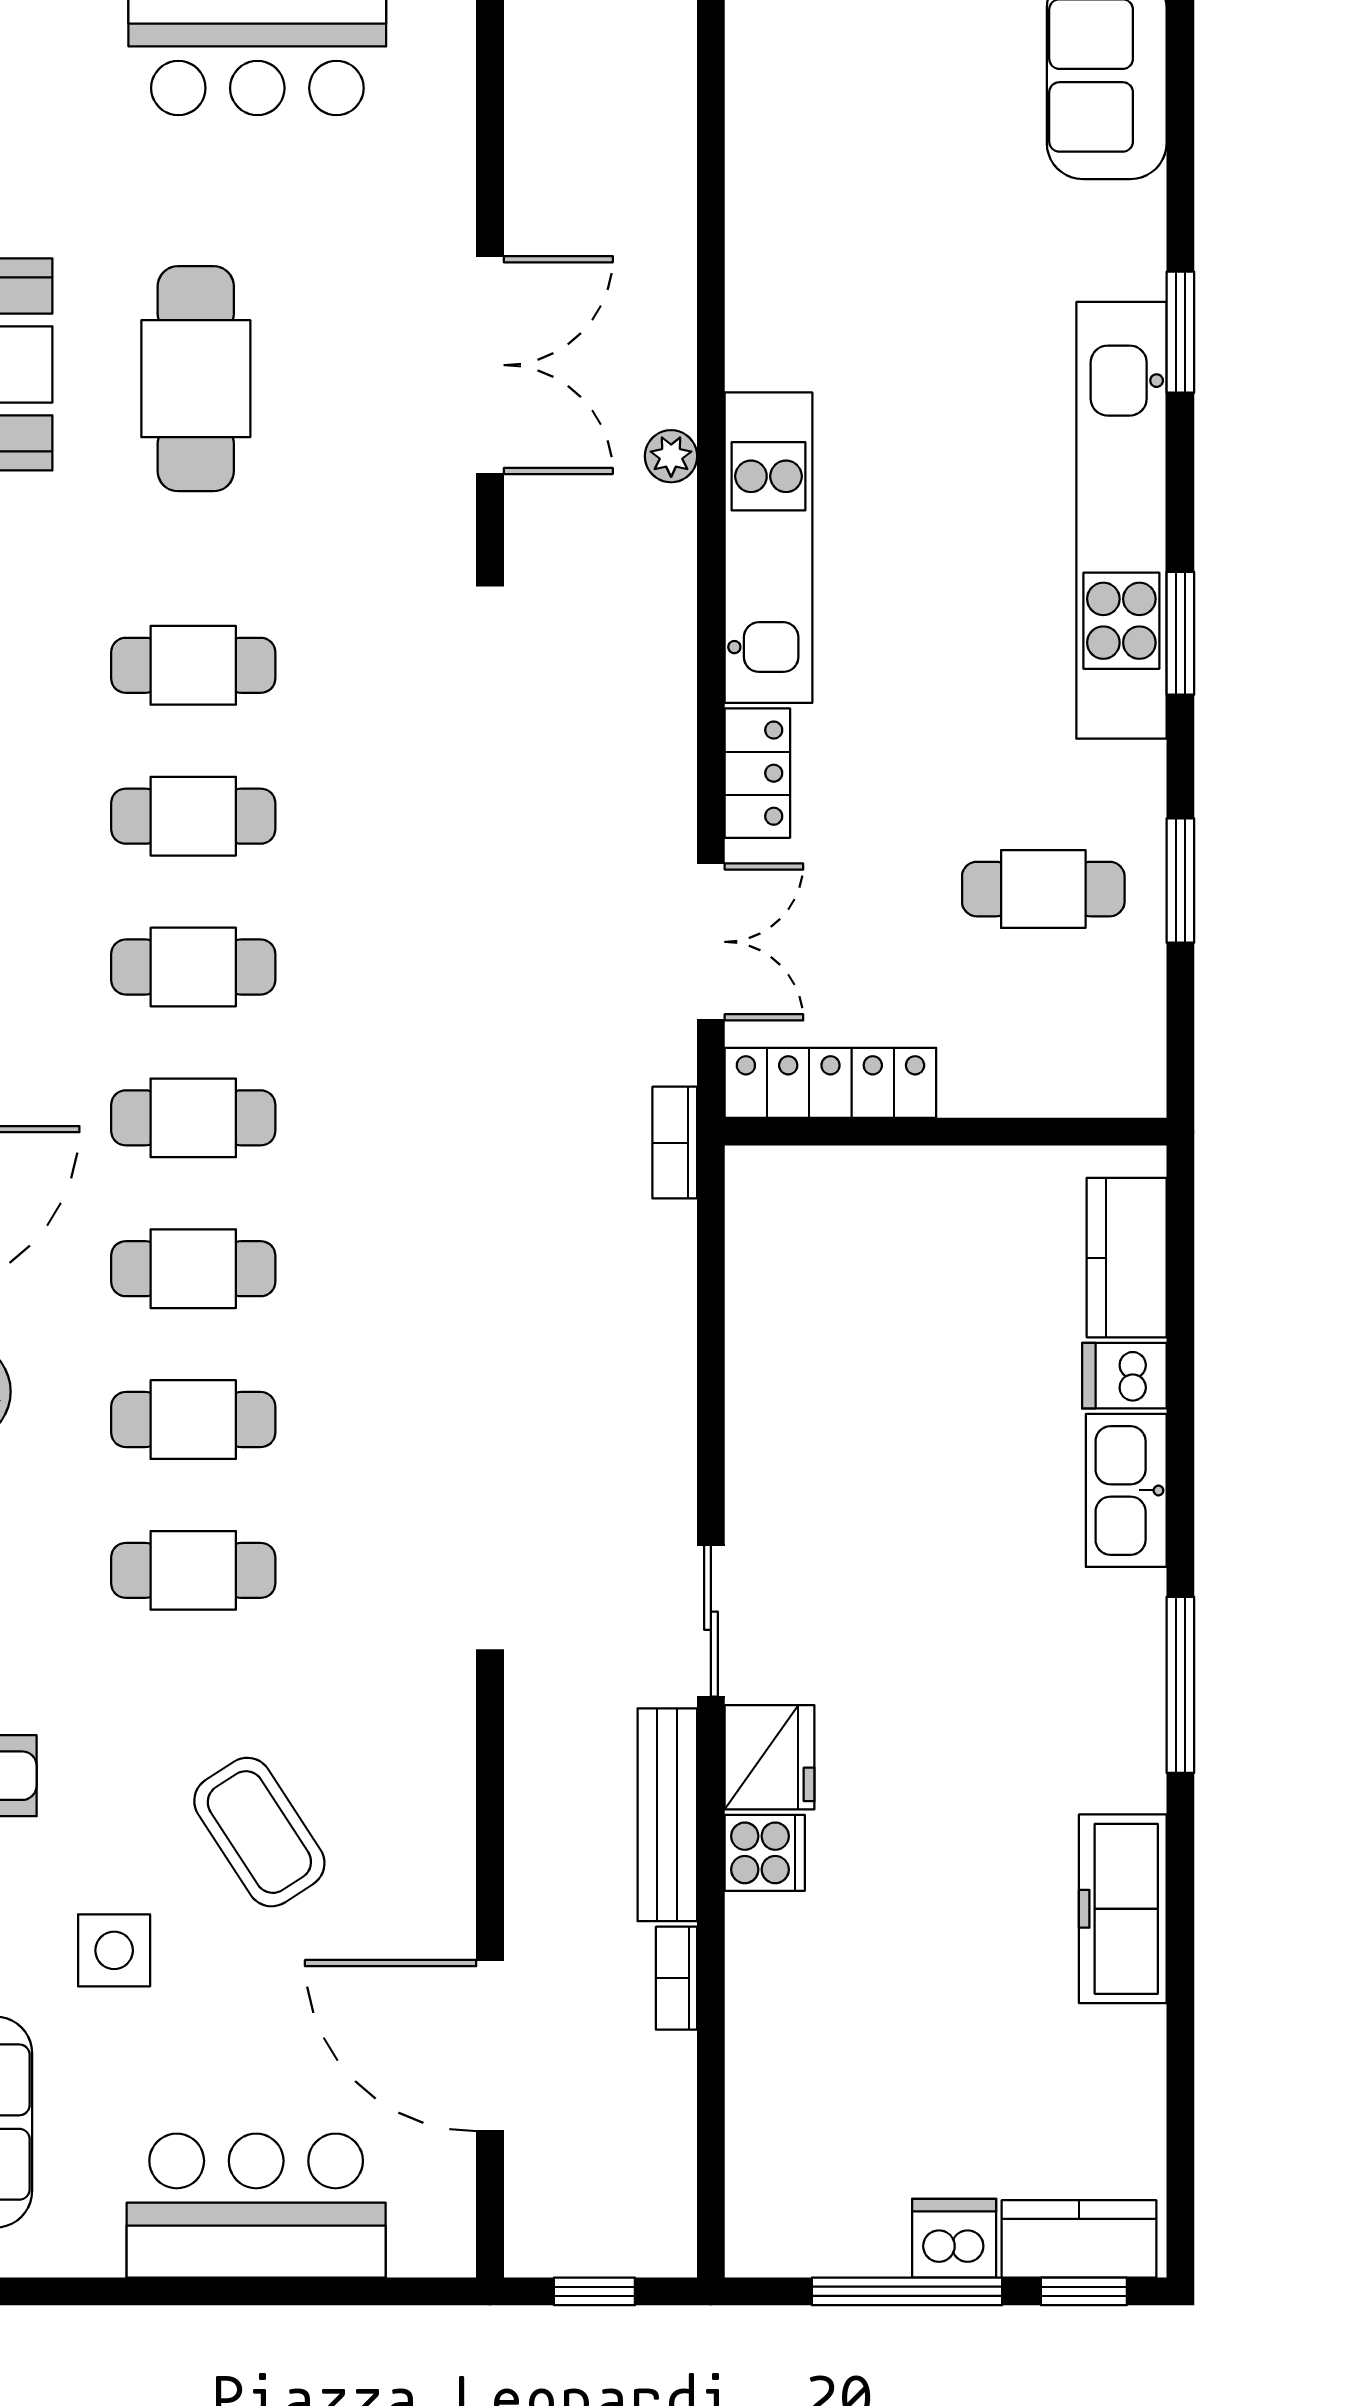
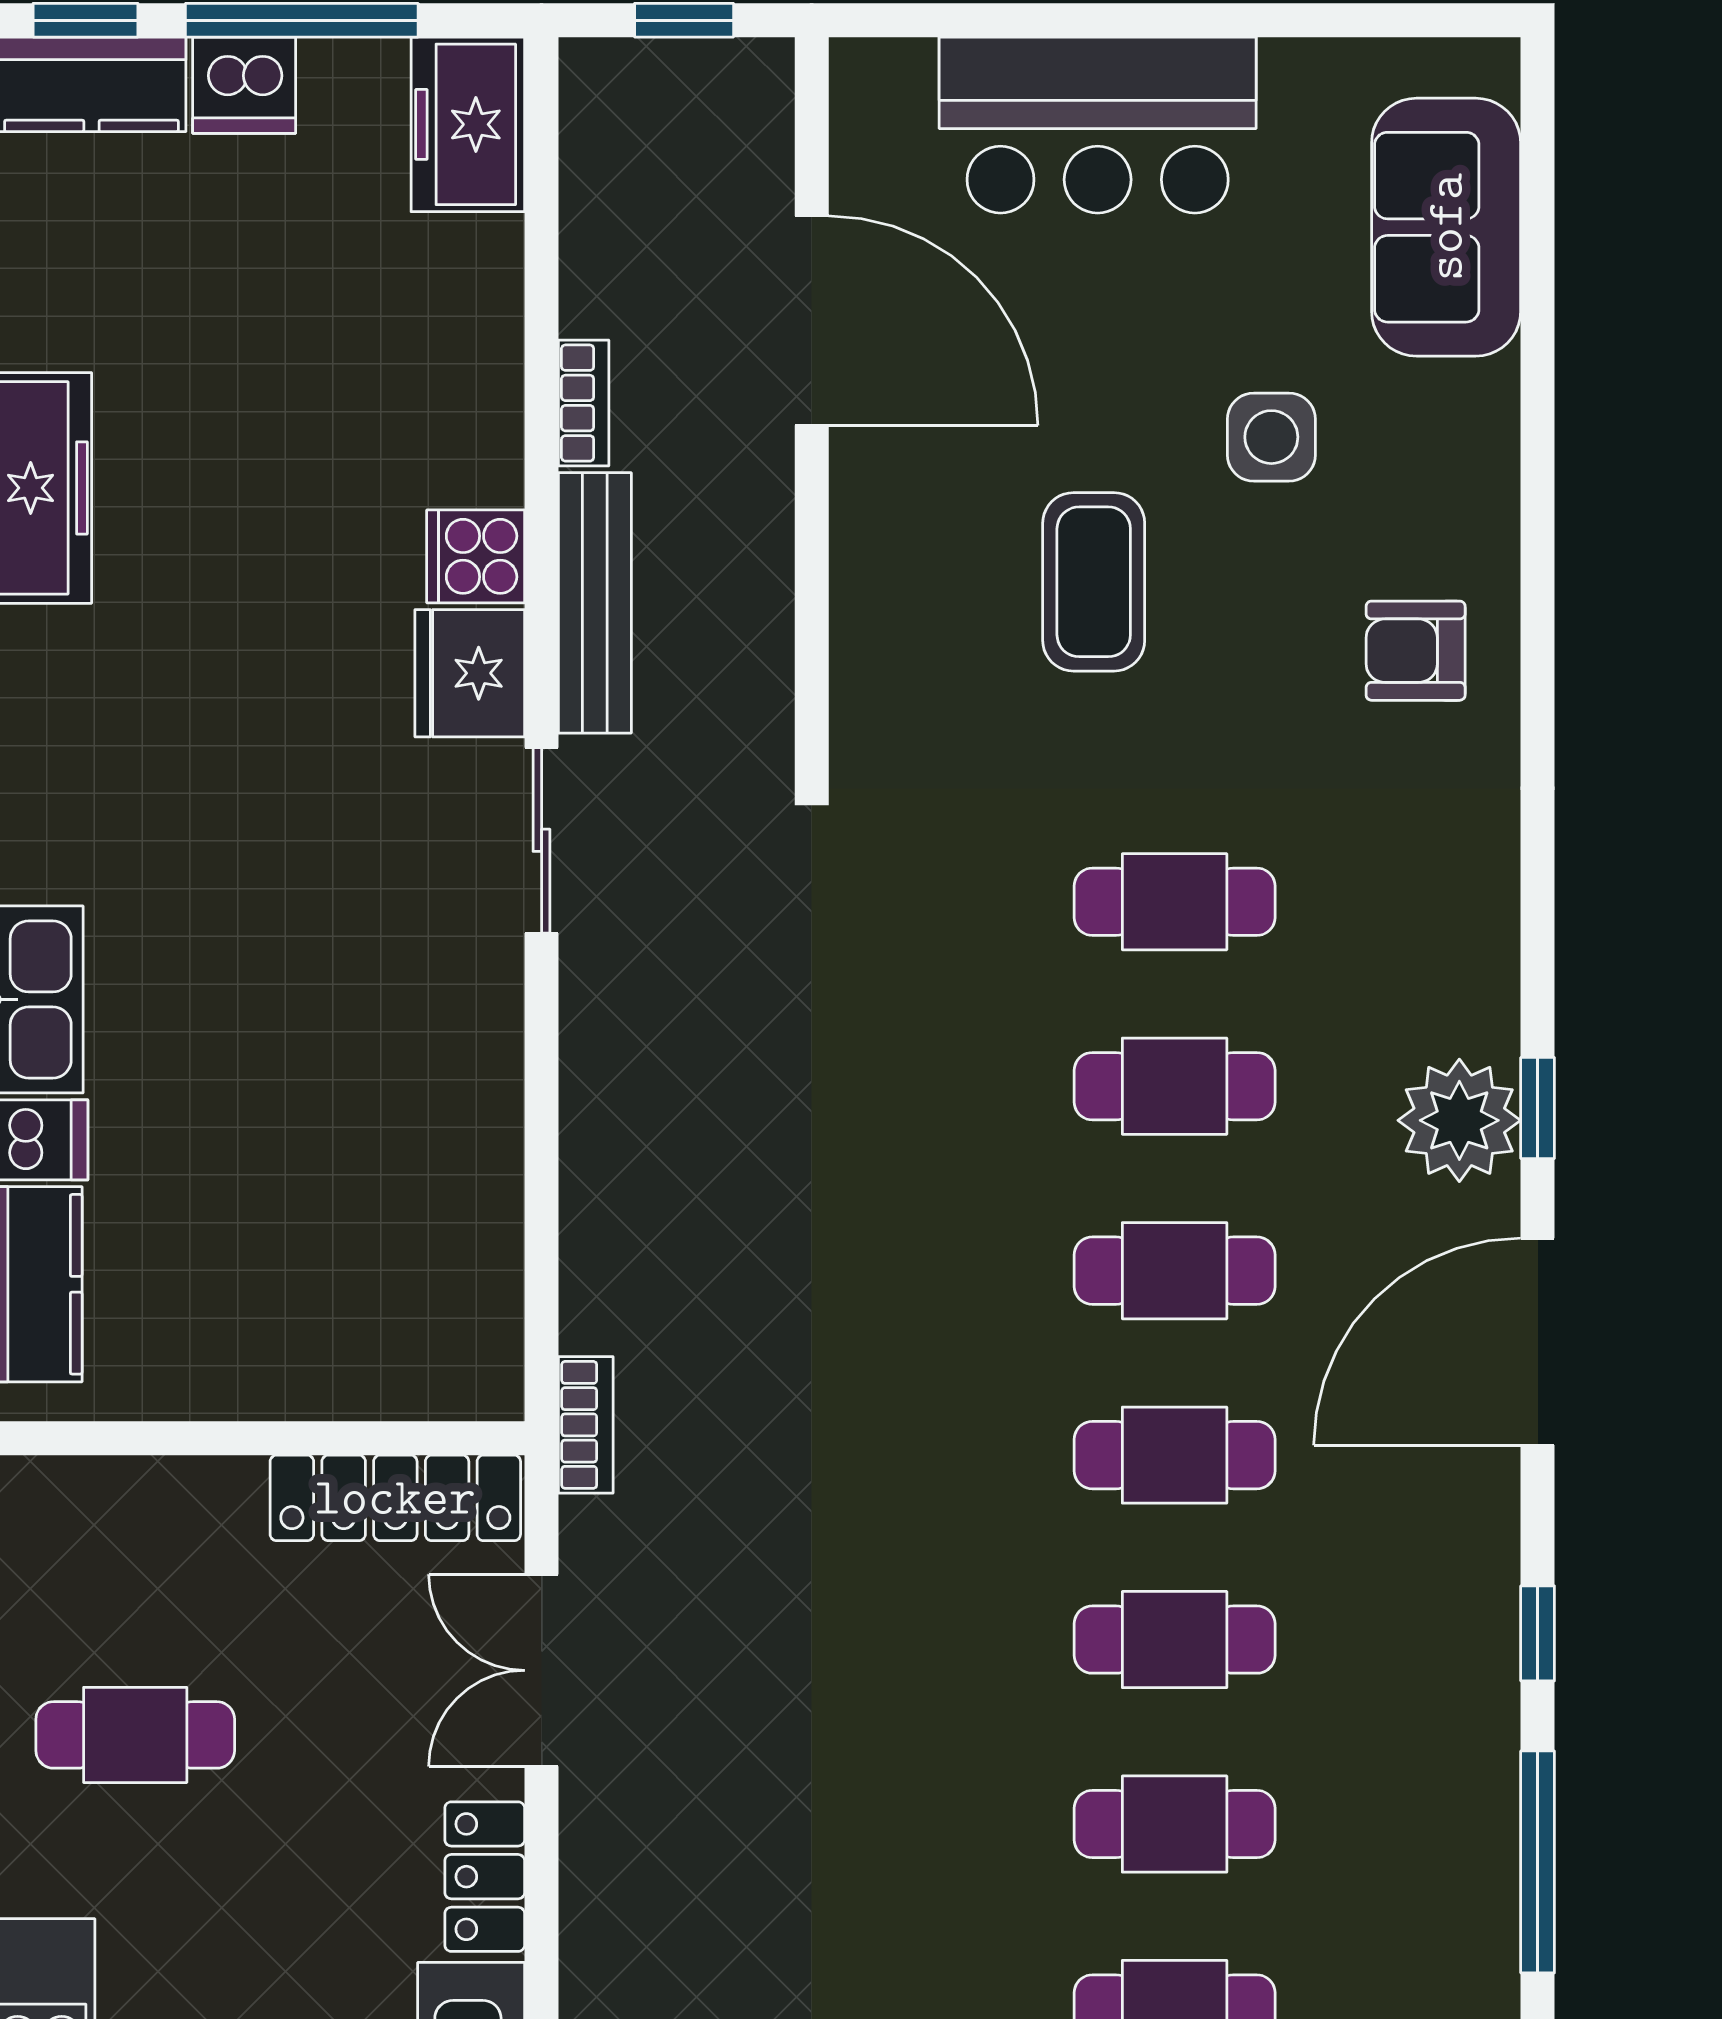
coffee table: (259, 1832) -> (1094, 582), turned 33
freezer: (771, 2206) -> (468, 124), added

